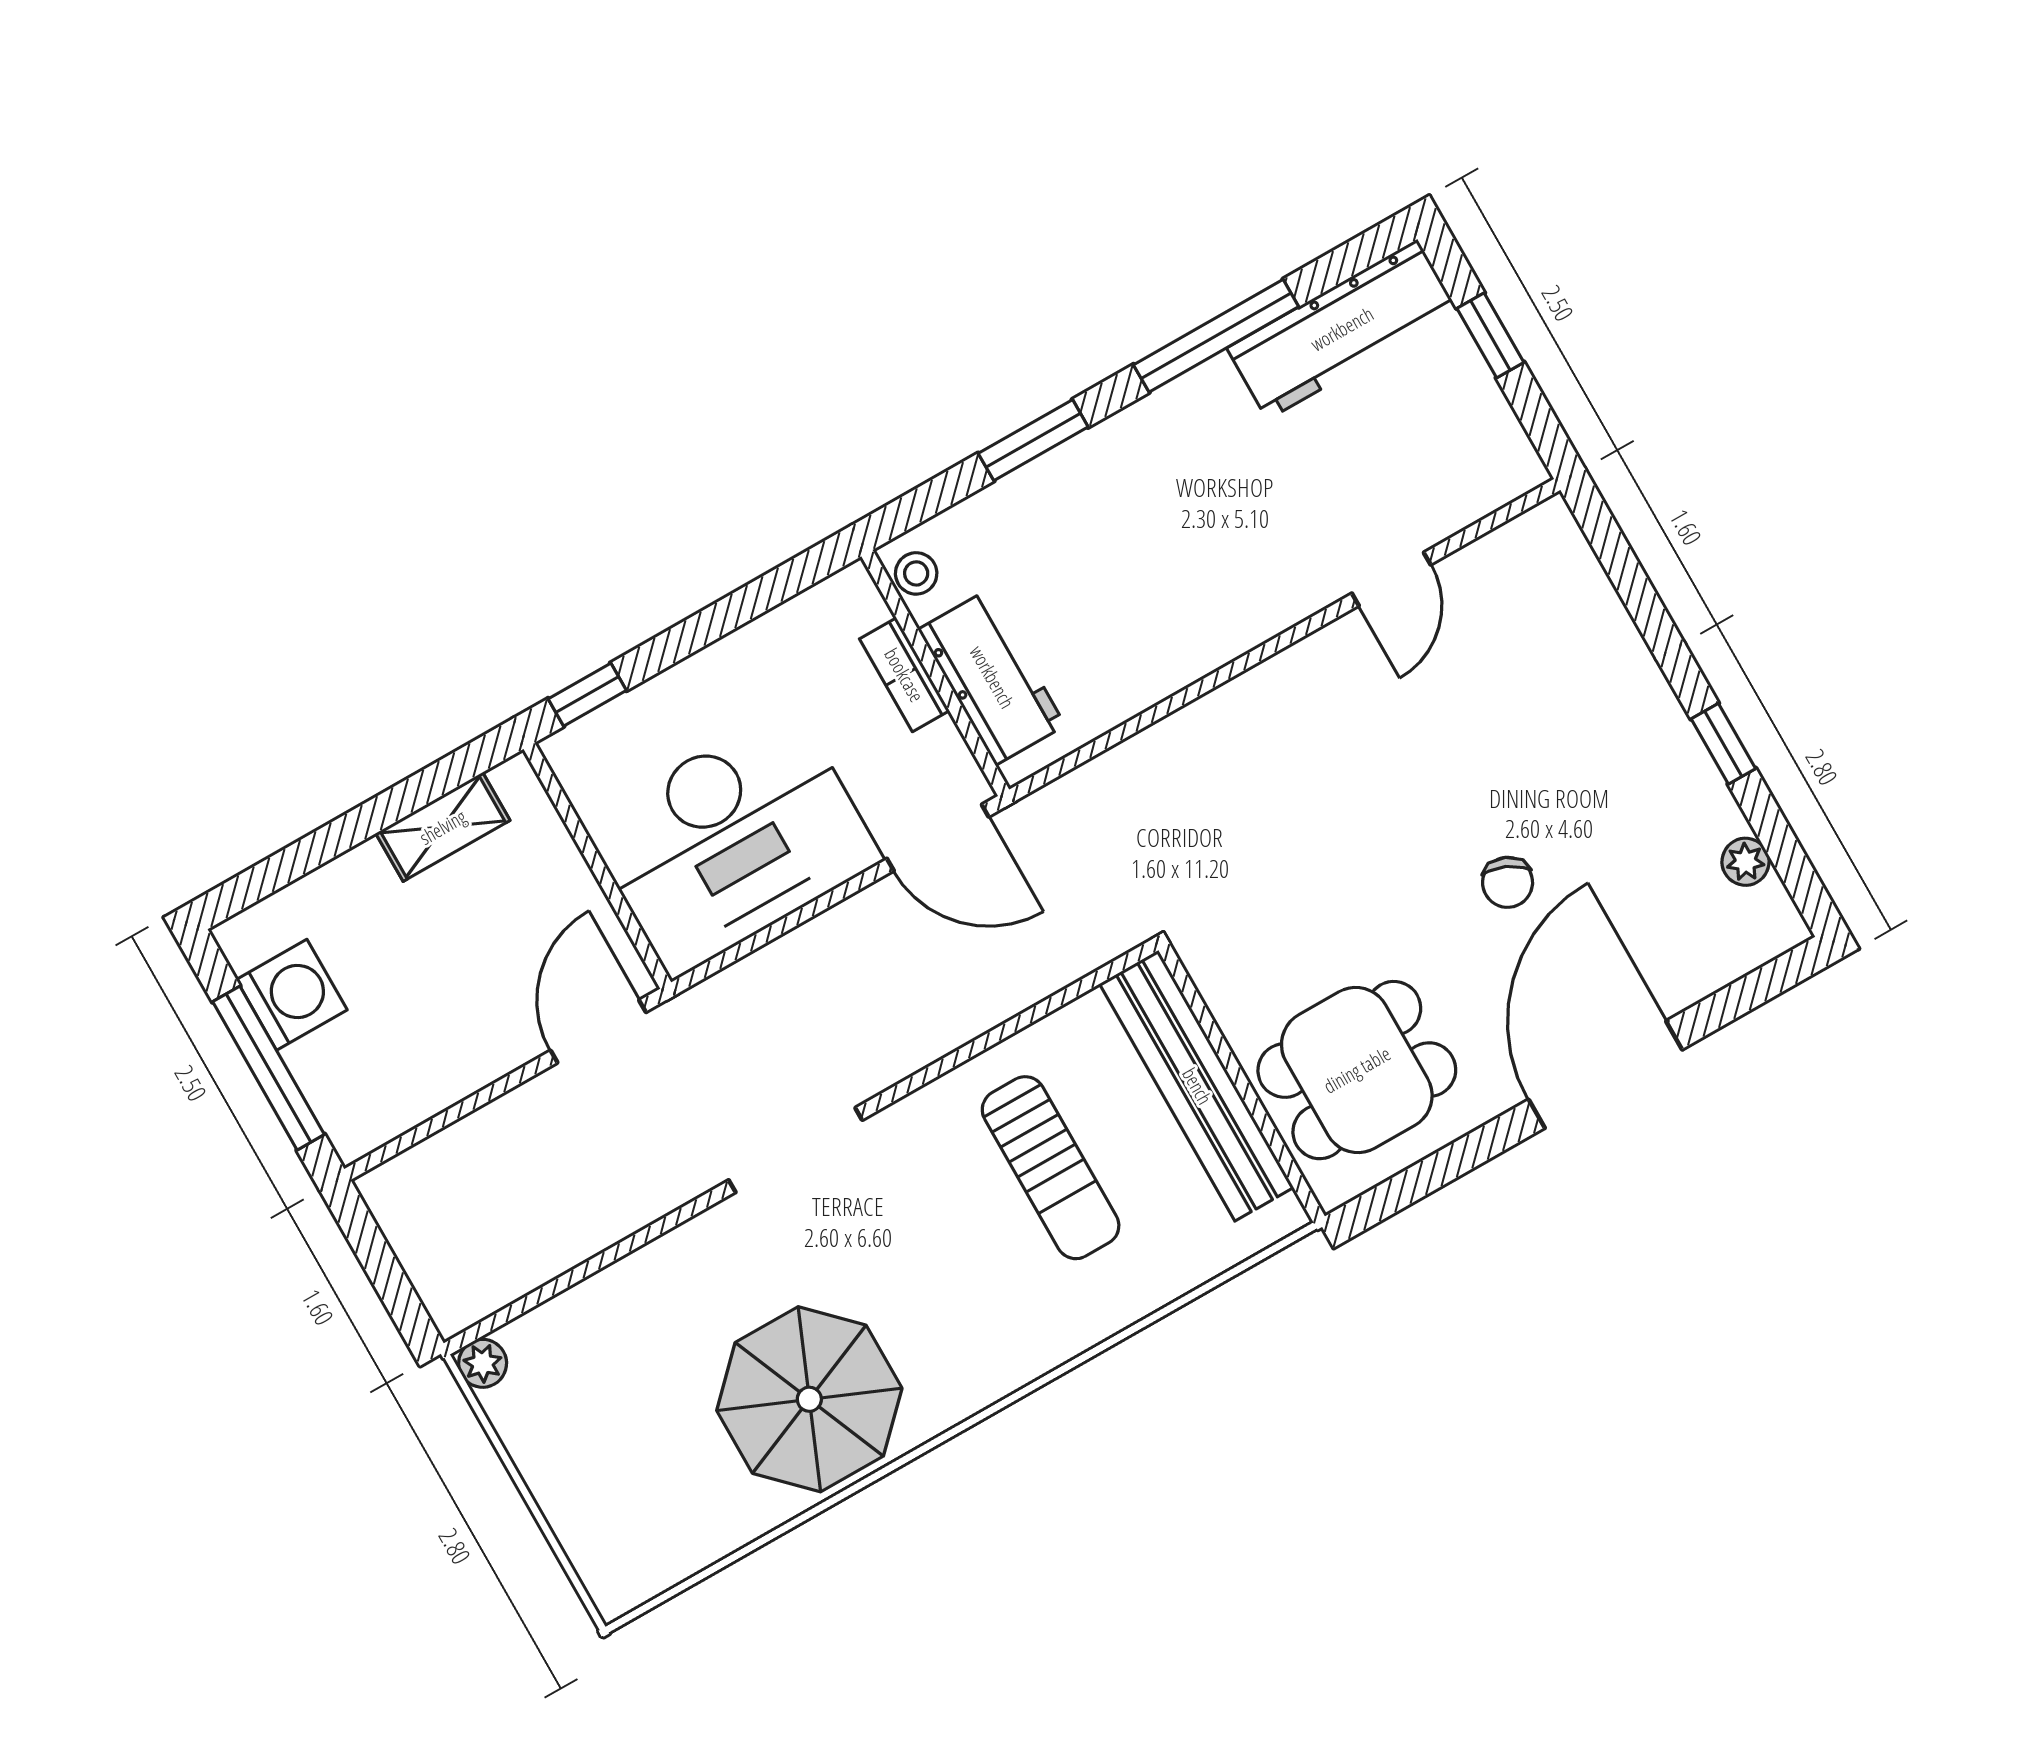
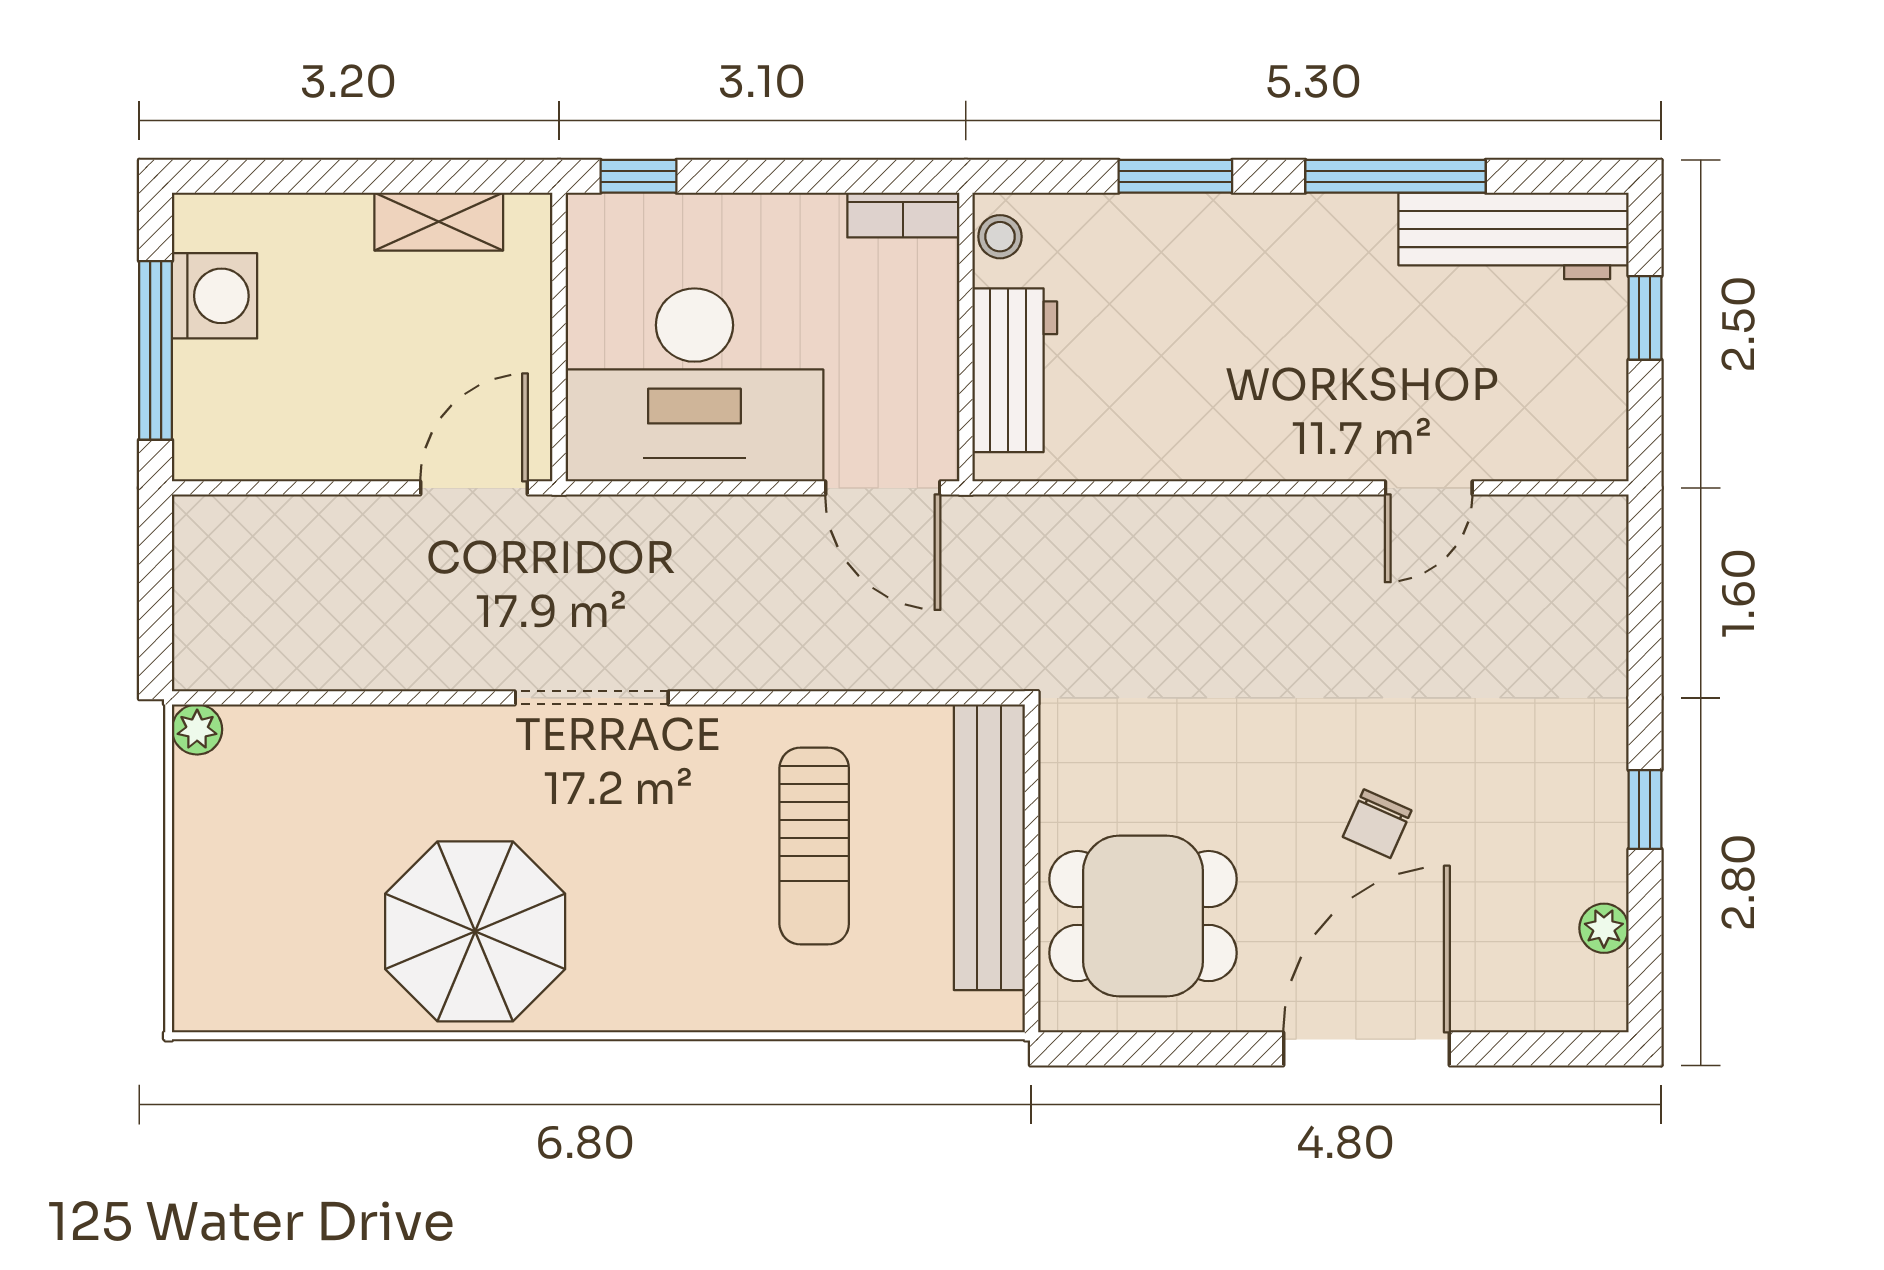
bookcase: (904, 675) -> (903, 215), moved, turned -90

